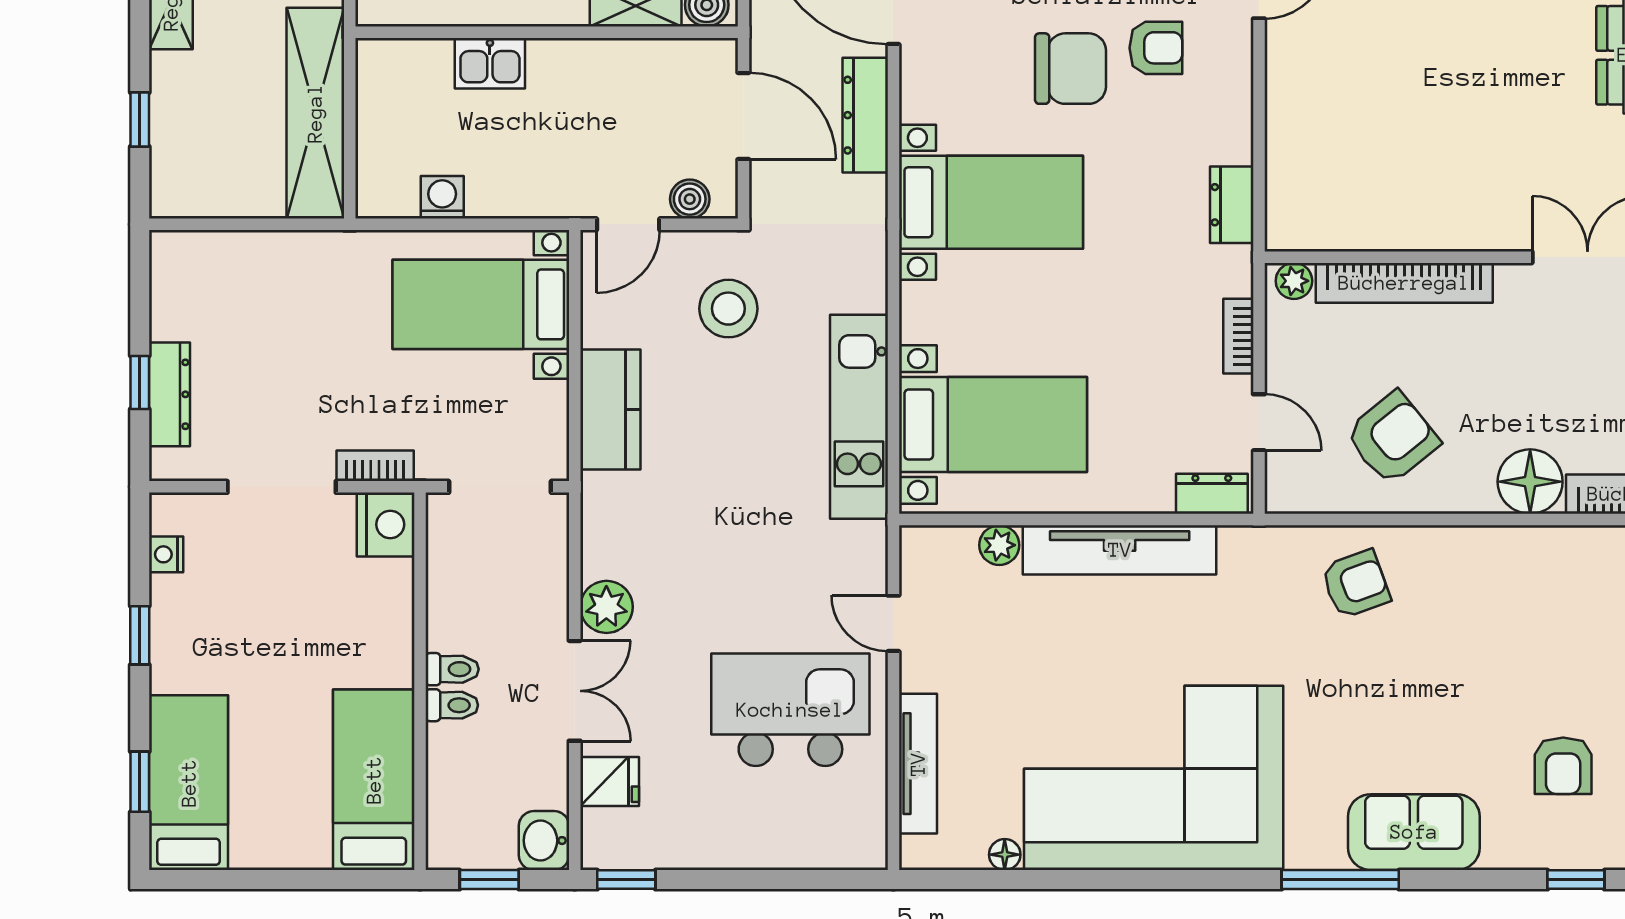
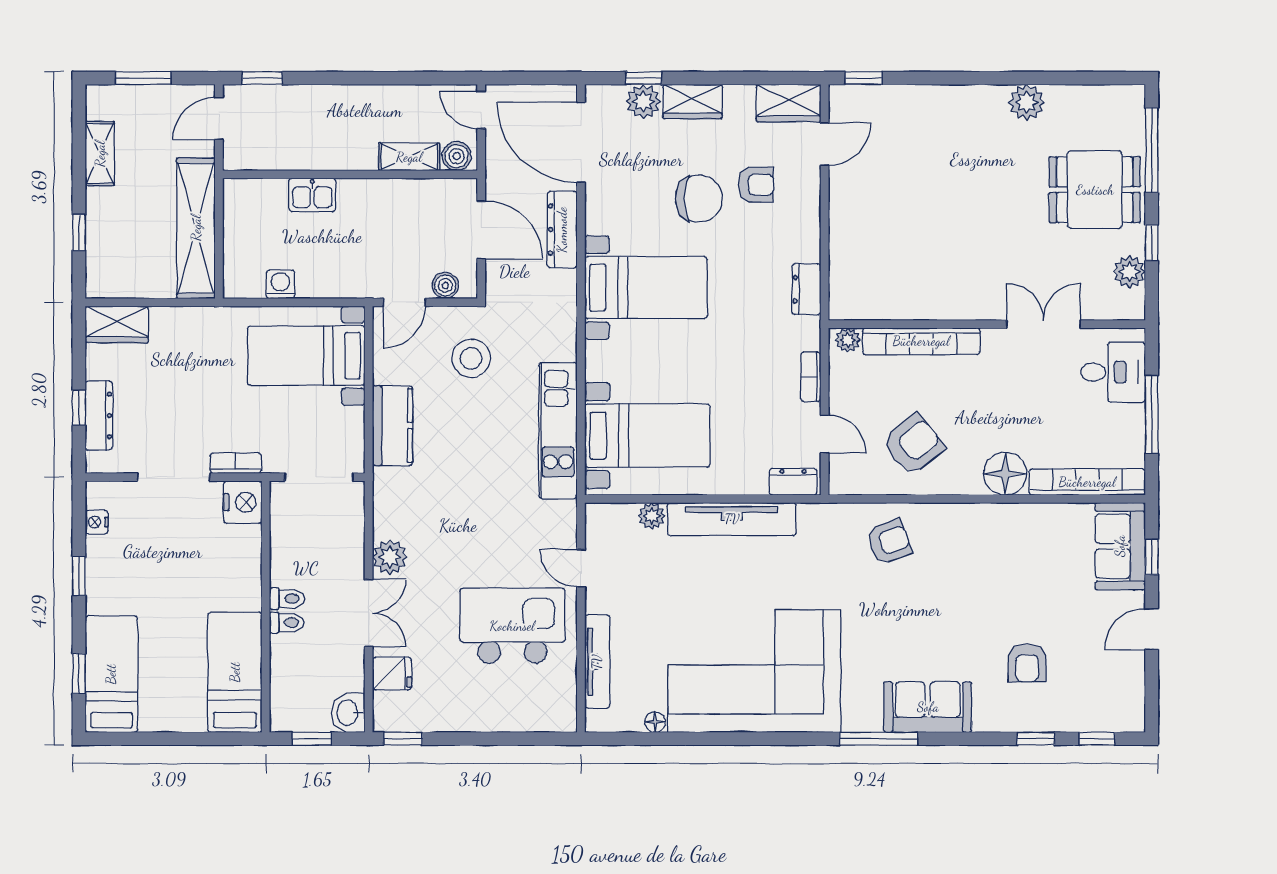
wardrobe: (197, 257) -> (117, 324), added

